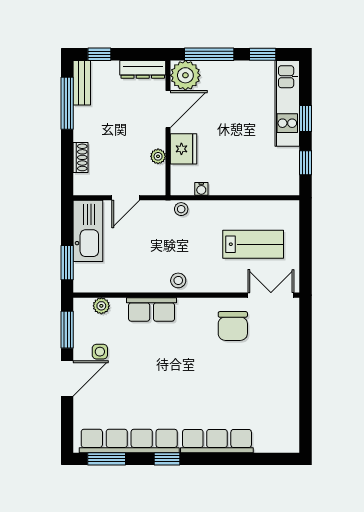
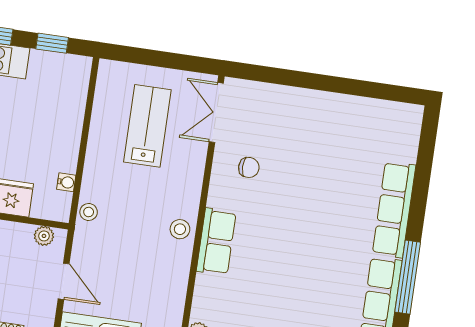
plant: (158, 156) -> (44, 236), moved
row of seats: (152, 309) -> (216, 242), moved
chair: (233, 326) -> (249, 167), width x0.54, depth x0.54
window: (167, 459) -> (408, 277), width x2.17

